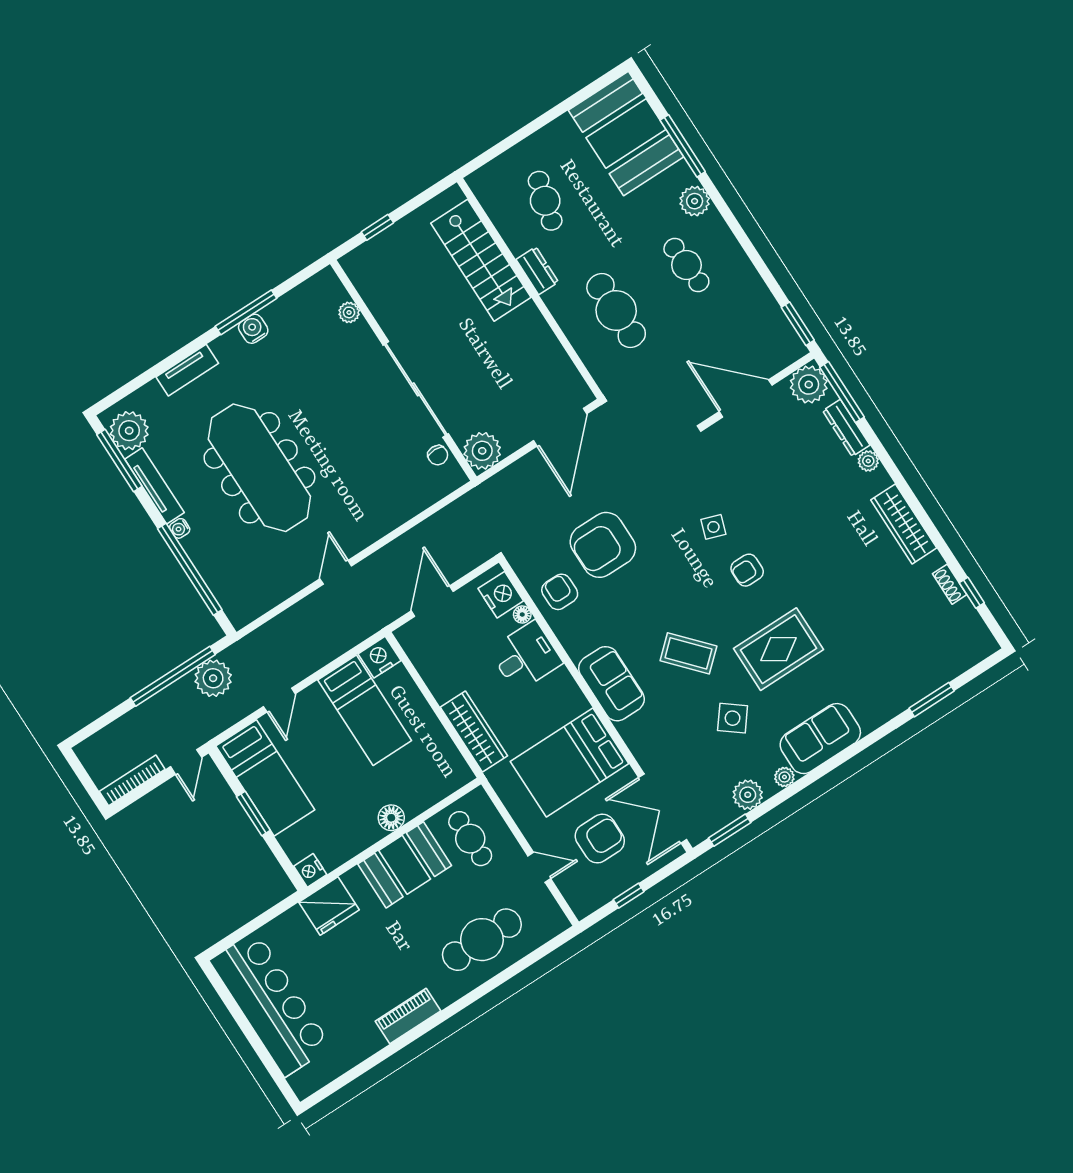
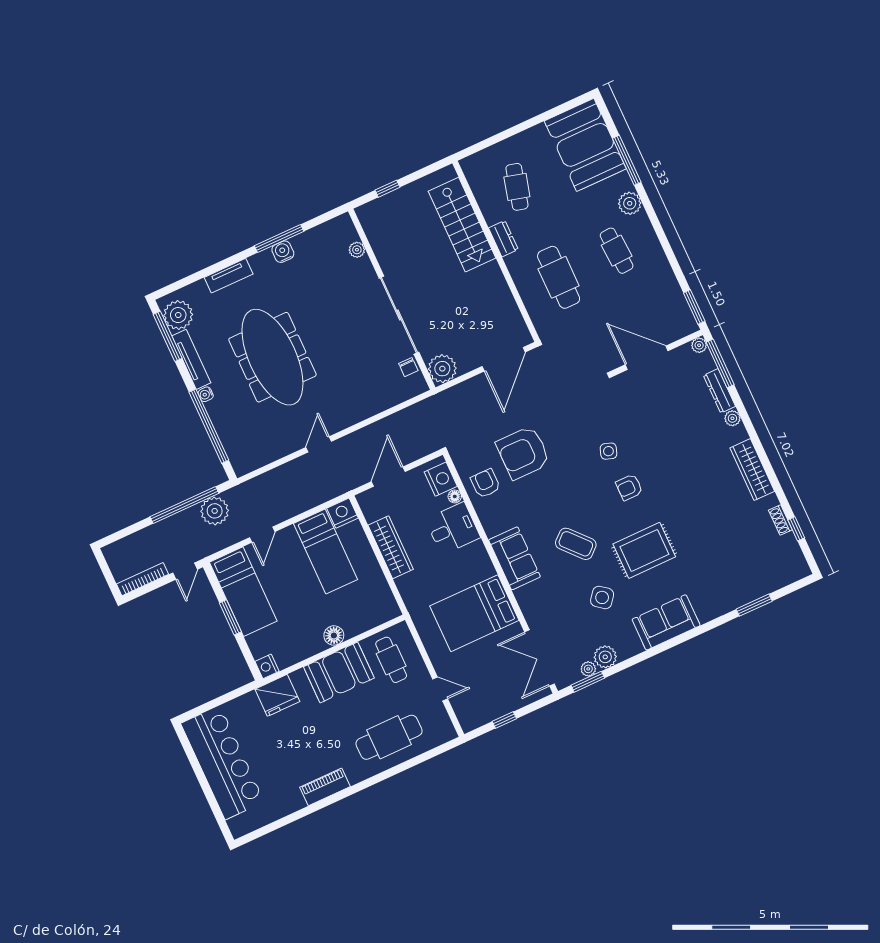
plant: (809, 385) -> (699, 345), width x0.53, depth x0.53
wardrobe: (474, 732) -> (391, 547), moved
plant: (784, 777) -> (588, 669), moved
armchair: (600, 839) -> (489, 674), removed

